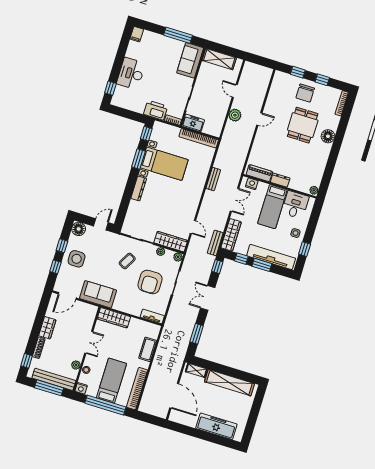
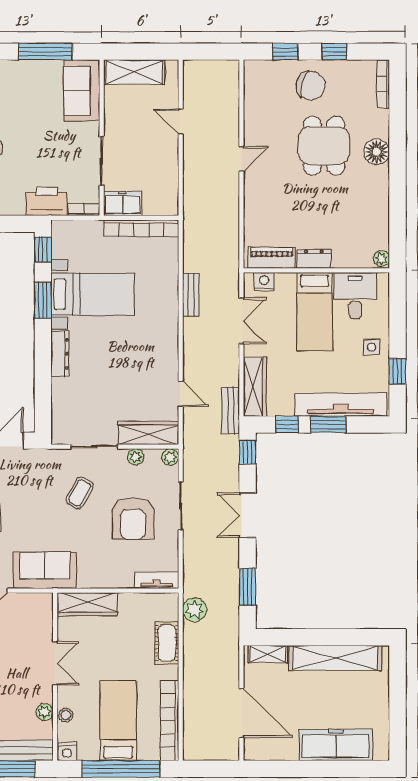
chair: (305, 93) -> (311, 86), turned -76
plant: (235, 115) -> (195, 610), moved

